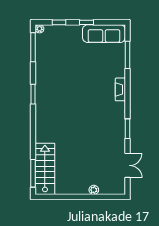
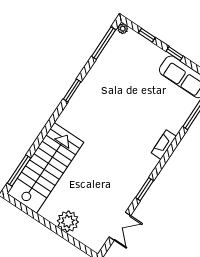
stairs: (45, 169) -> (45, 168), width x1.36, depth x1.51
plant: (94, 190) -> (68, 221), width x1.88, depth x1.88

